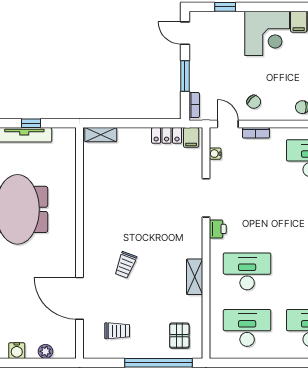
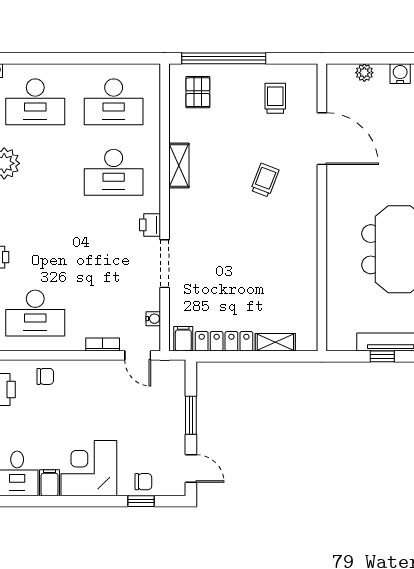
chair: (254, 102) -> (143, 482), moved, turned 135
bookcase: (194, 105) -> (179, 379), removed
shelving: (101, 135) -> (275, 342), moved
locker: (167, 135) -> (224, 341), width x1.53
trolley: (117, 331) -> (275, 98), turned 90

